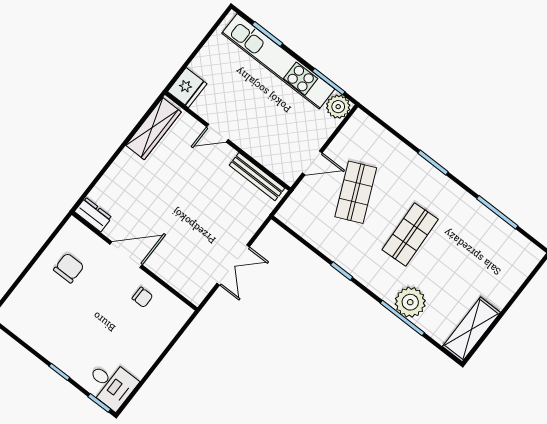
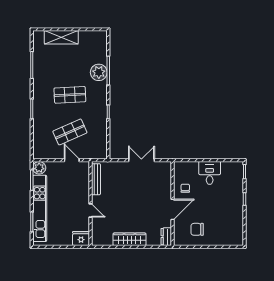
wardrobe: (153, 129) -> (129, 239), moved
door: (126, 255) -> (172, 209), swing flipped
shelving: (471, 329) -> (61, 37), moved
desk: (111, 384) -> (210, 173), moved

